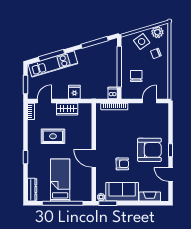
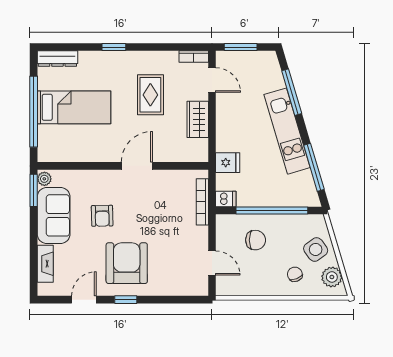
kitchen unit: (53, 64) -> (287, 131), moved
fridge: (74, 92) -> (228, 163), moved
armchair: (149, 150) -> (127, 263), turned 180
door: (94, 158) -> (137, 166), moved

